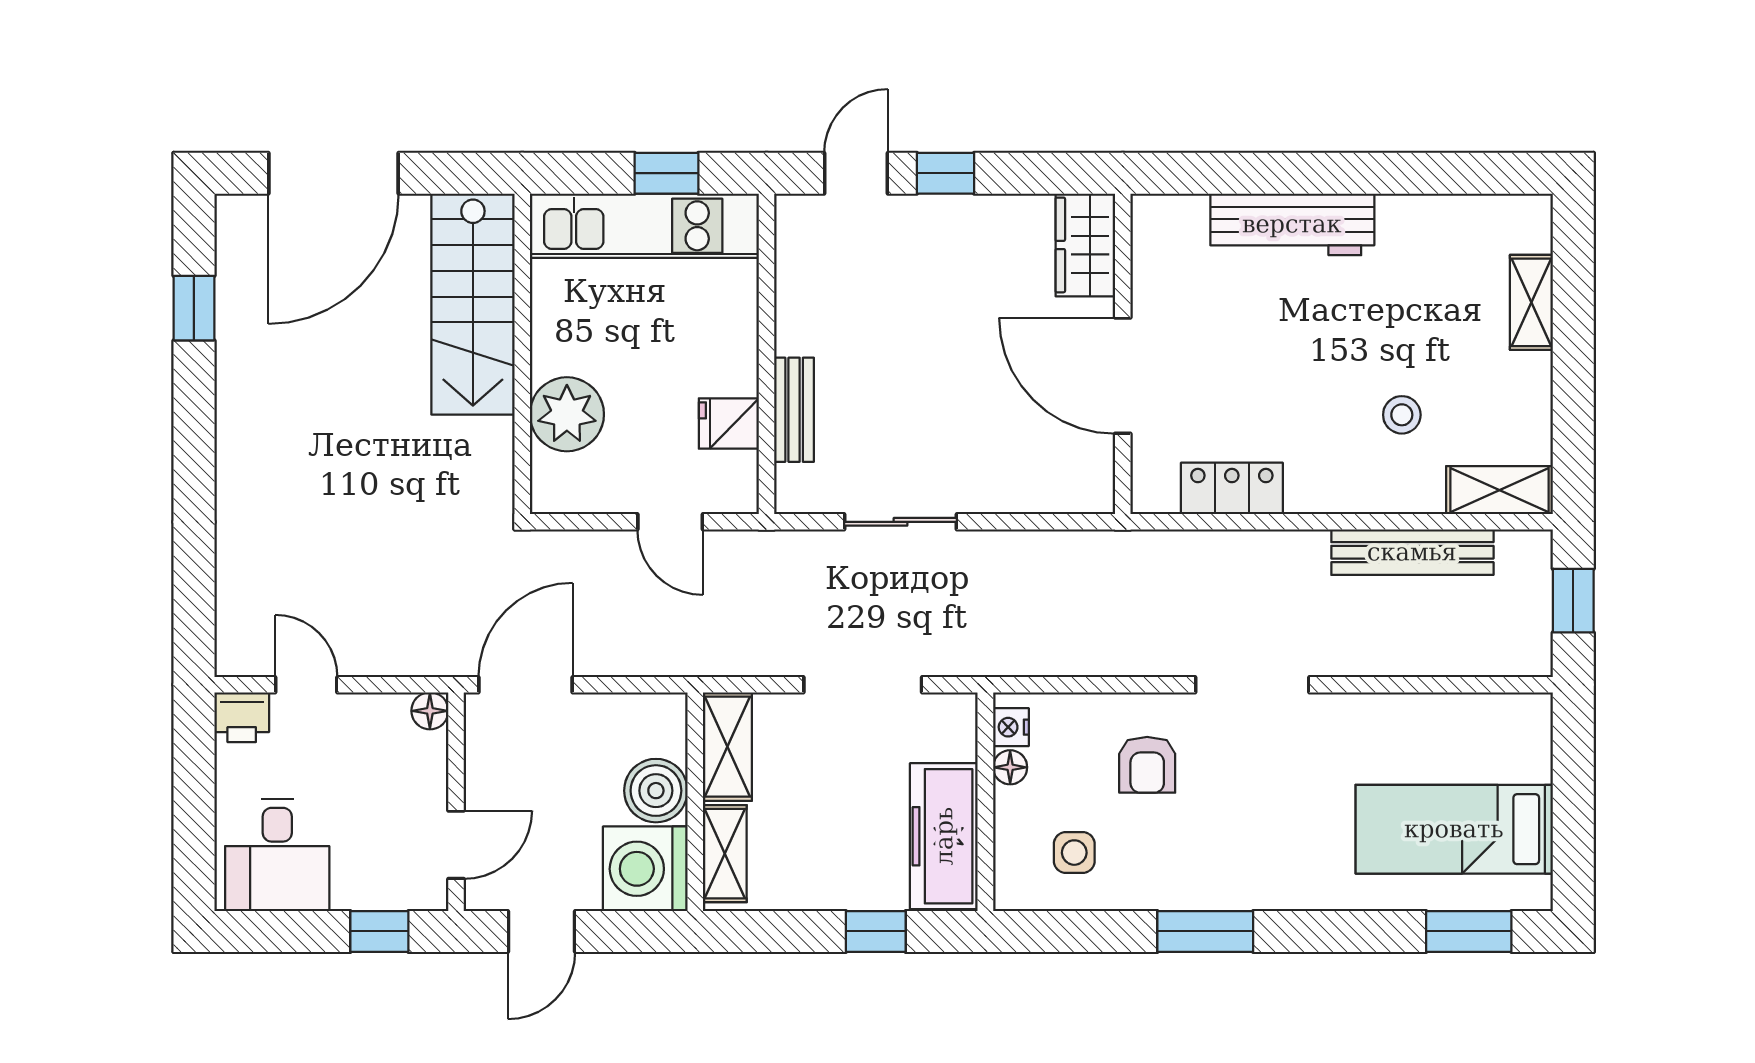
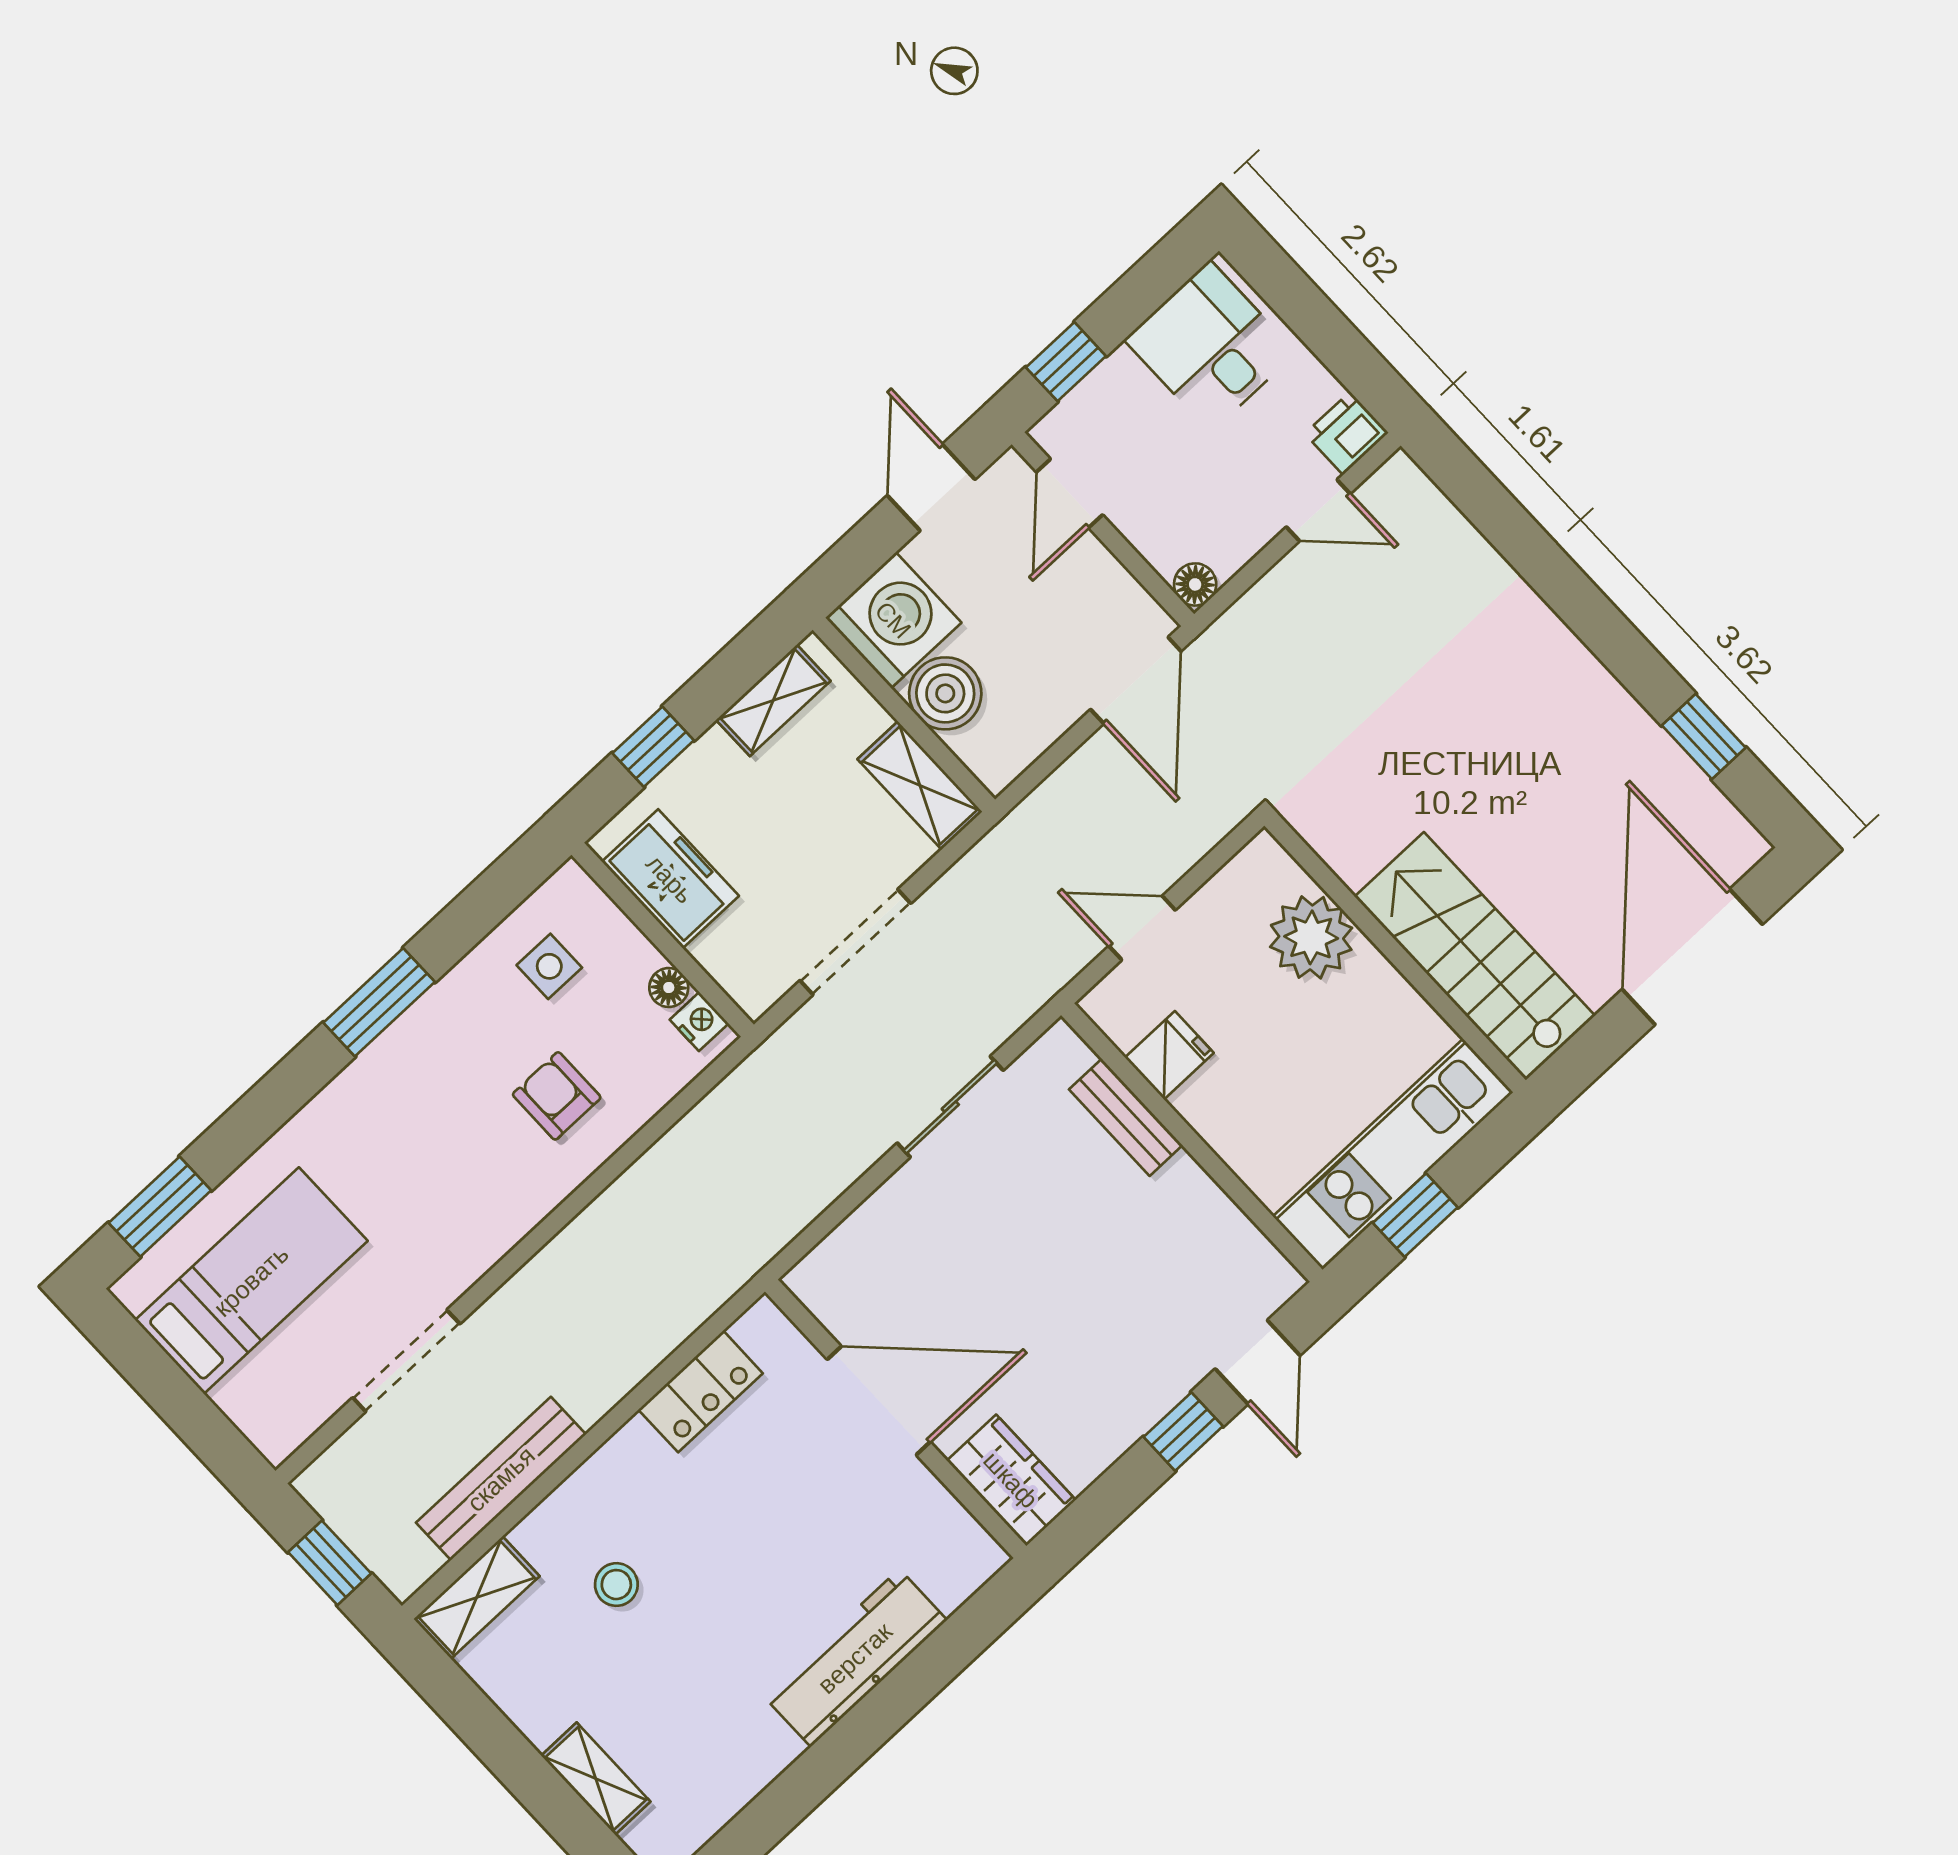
doorway: (1252, 685) -> (406, 1361), moved
freezer: (944, 836) -> (670, 879), width x0.71
shelving: (725, 854) -> (773, 700), moved, turned 90

